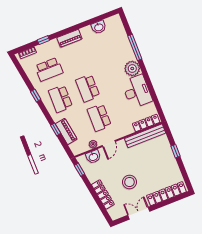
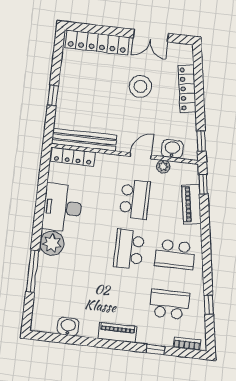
school desk: (88, 88) -> (129, 249), turned 180
window: (36, 96) -> (209, 305), moved
school desk: (60, 99) -> (175, 254), turned 90
window: (56, 129) -> (203, 184), moved

